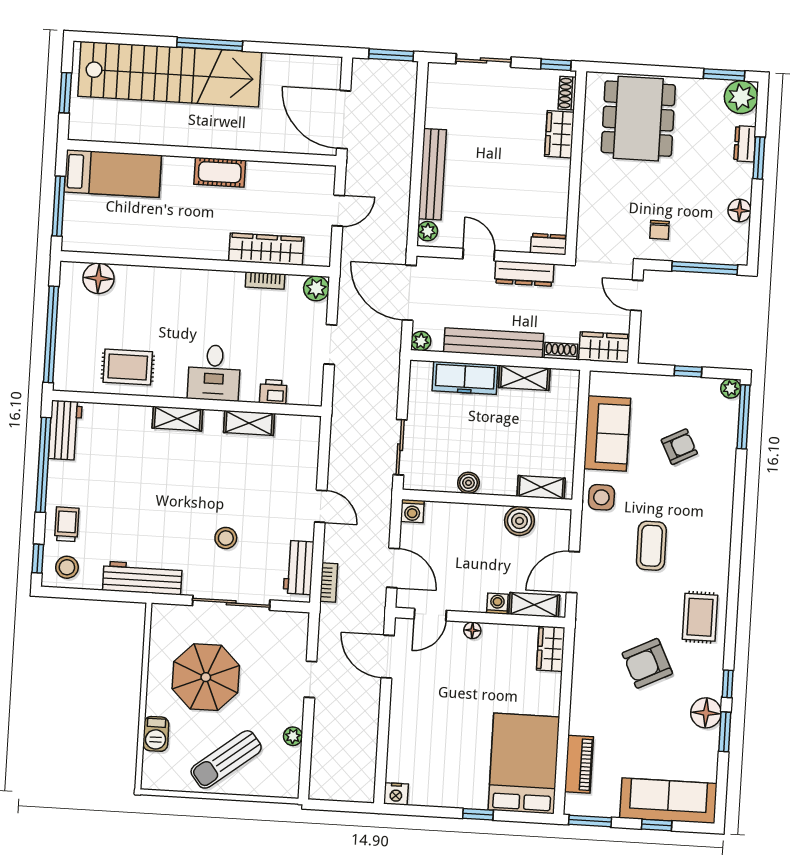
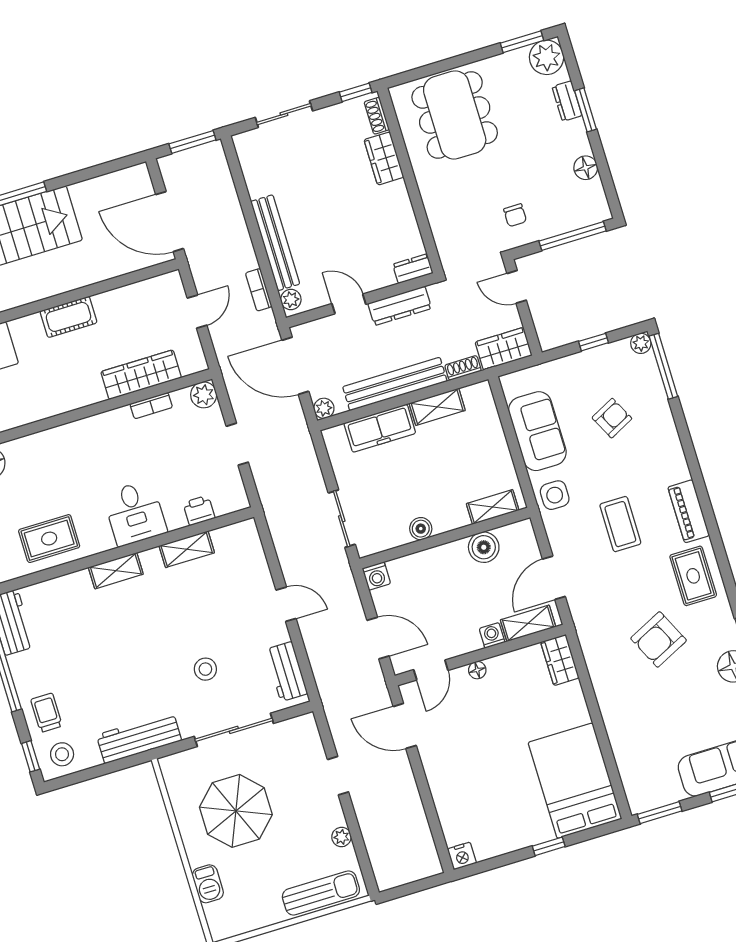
bookcase: (329, 582) -> (259, 290), moved, turned 180
sun lounger: (226, 759) -> (321, 893), moved, turned -142
piano: (579, 764) -> (689, 511), moved, turned 180

